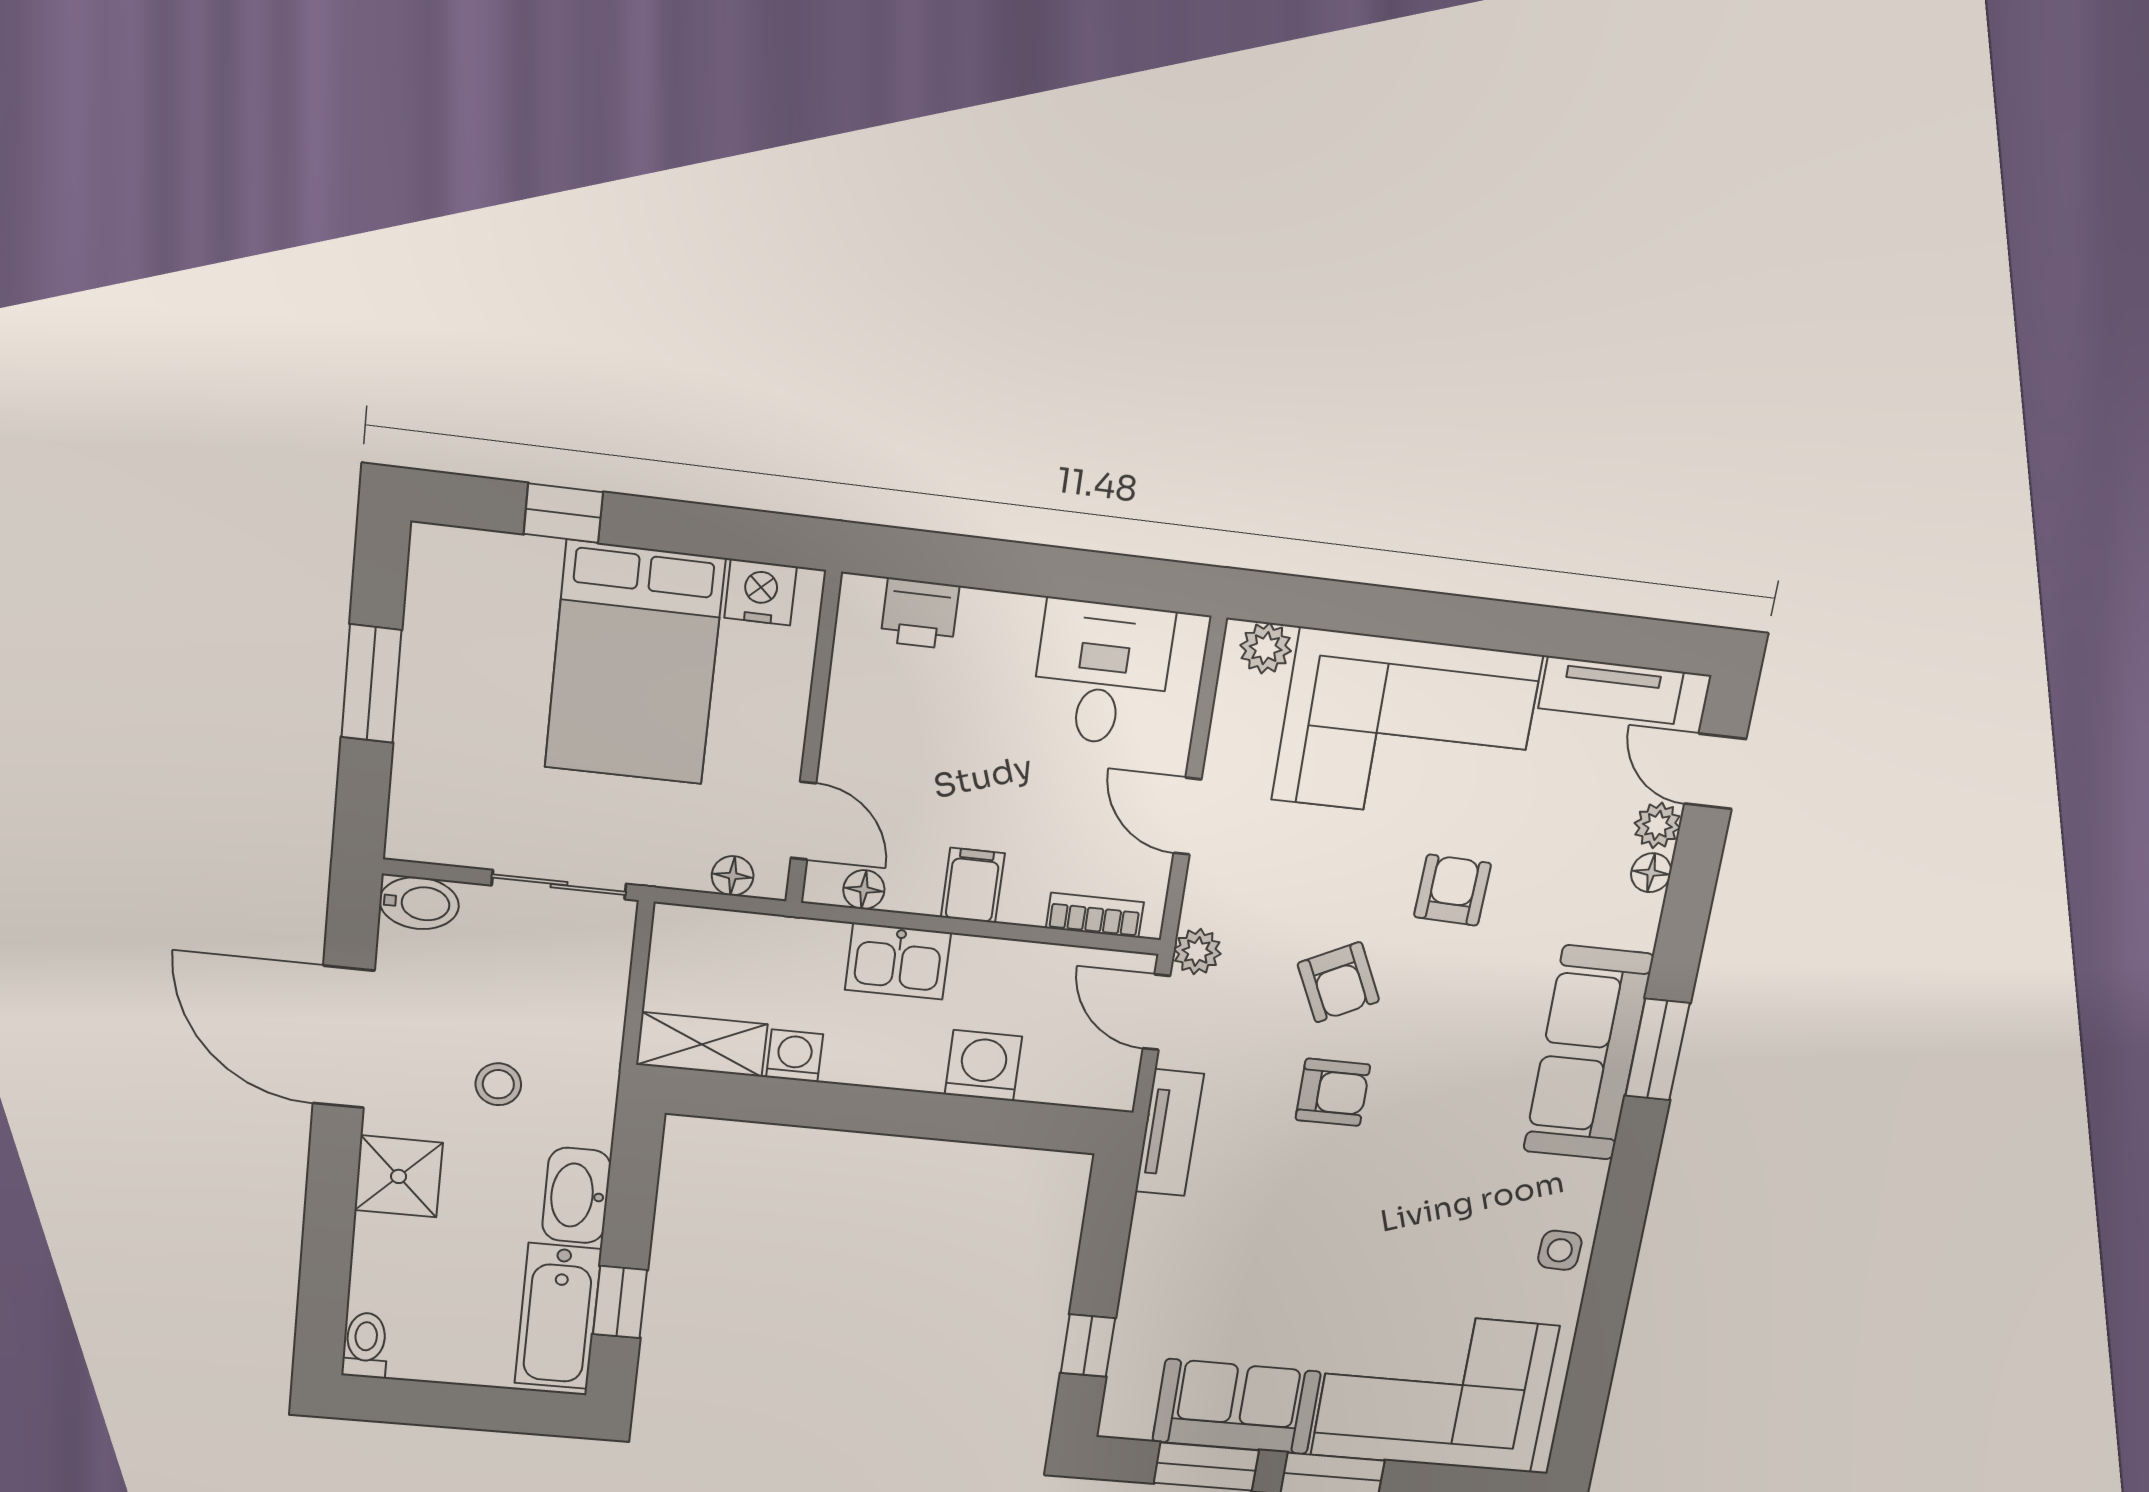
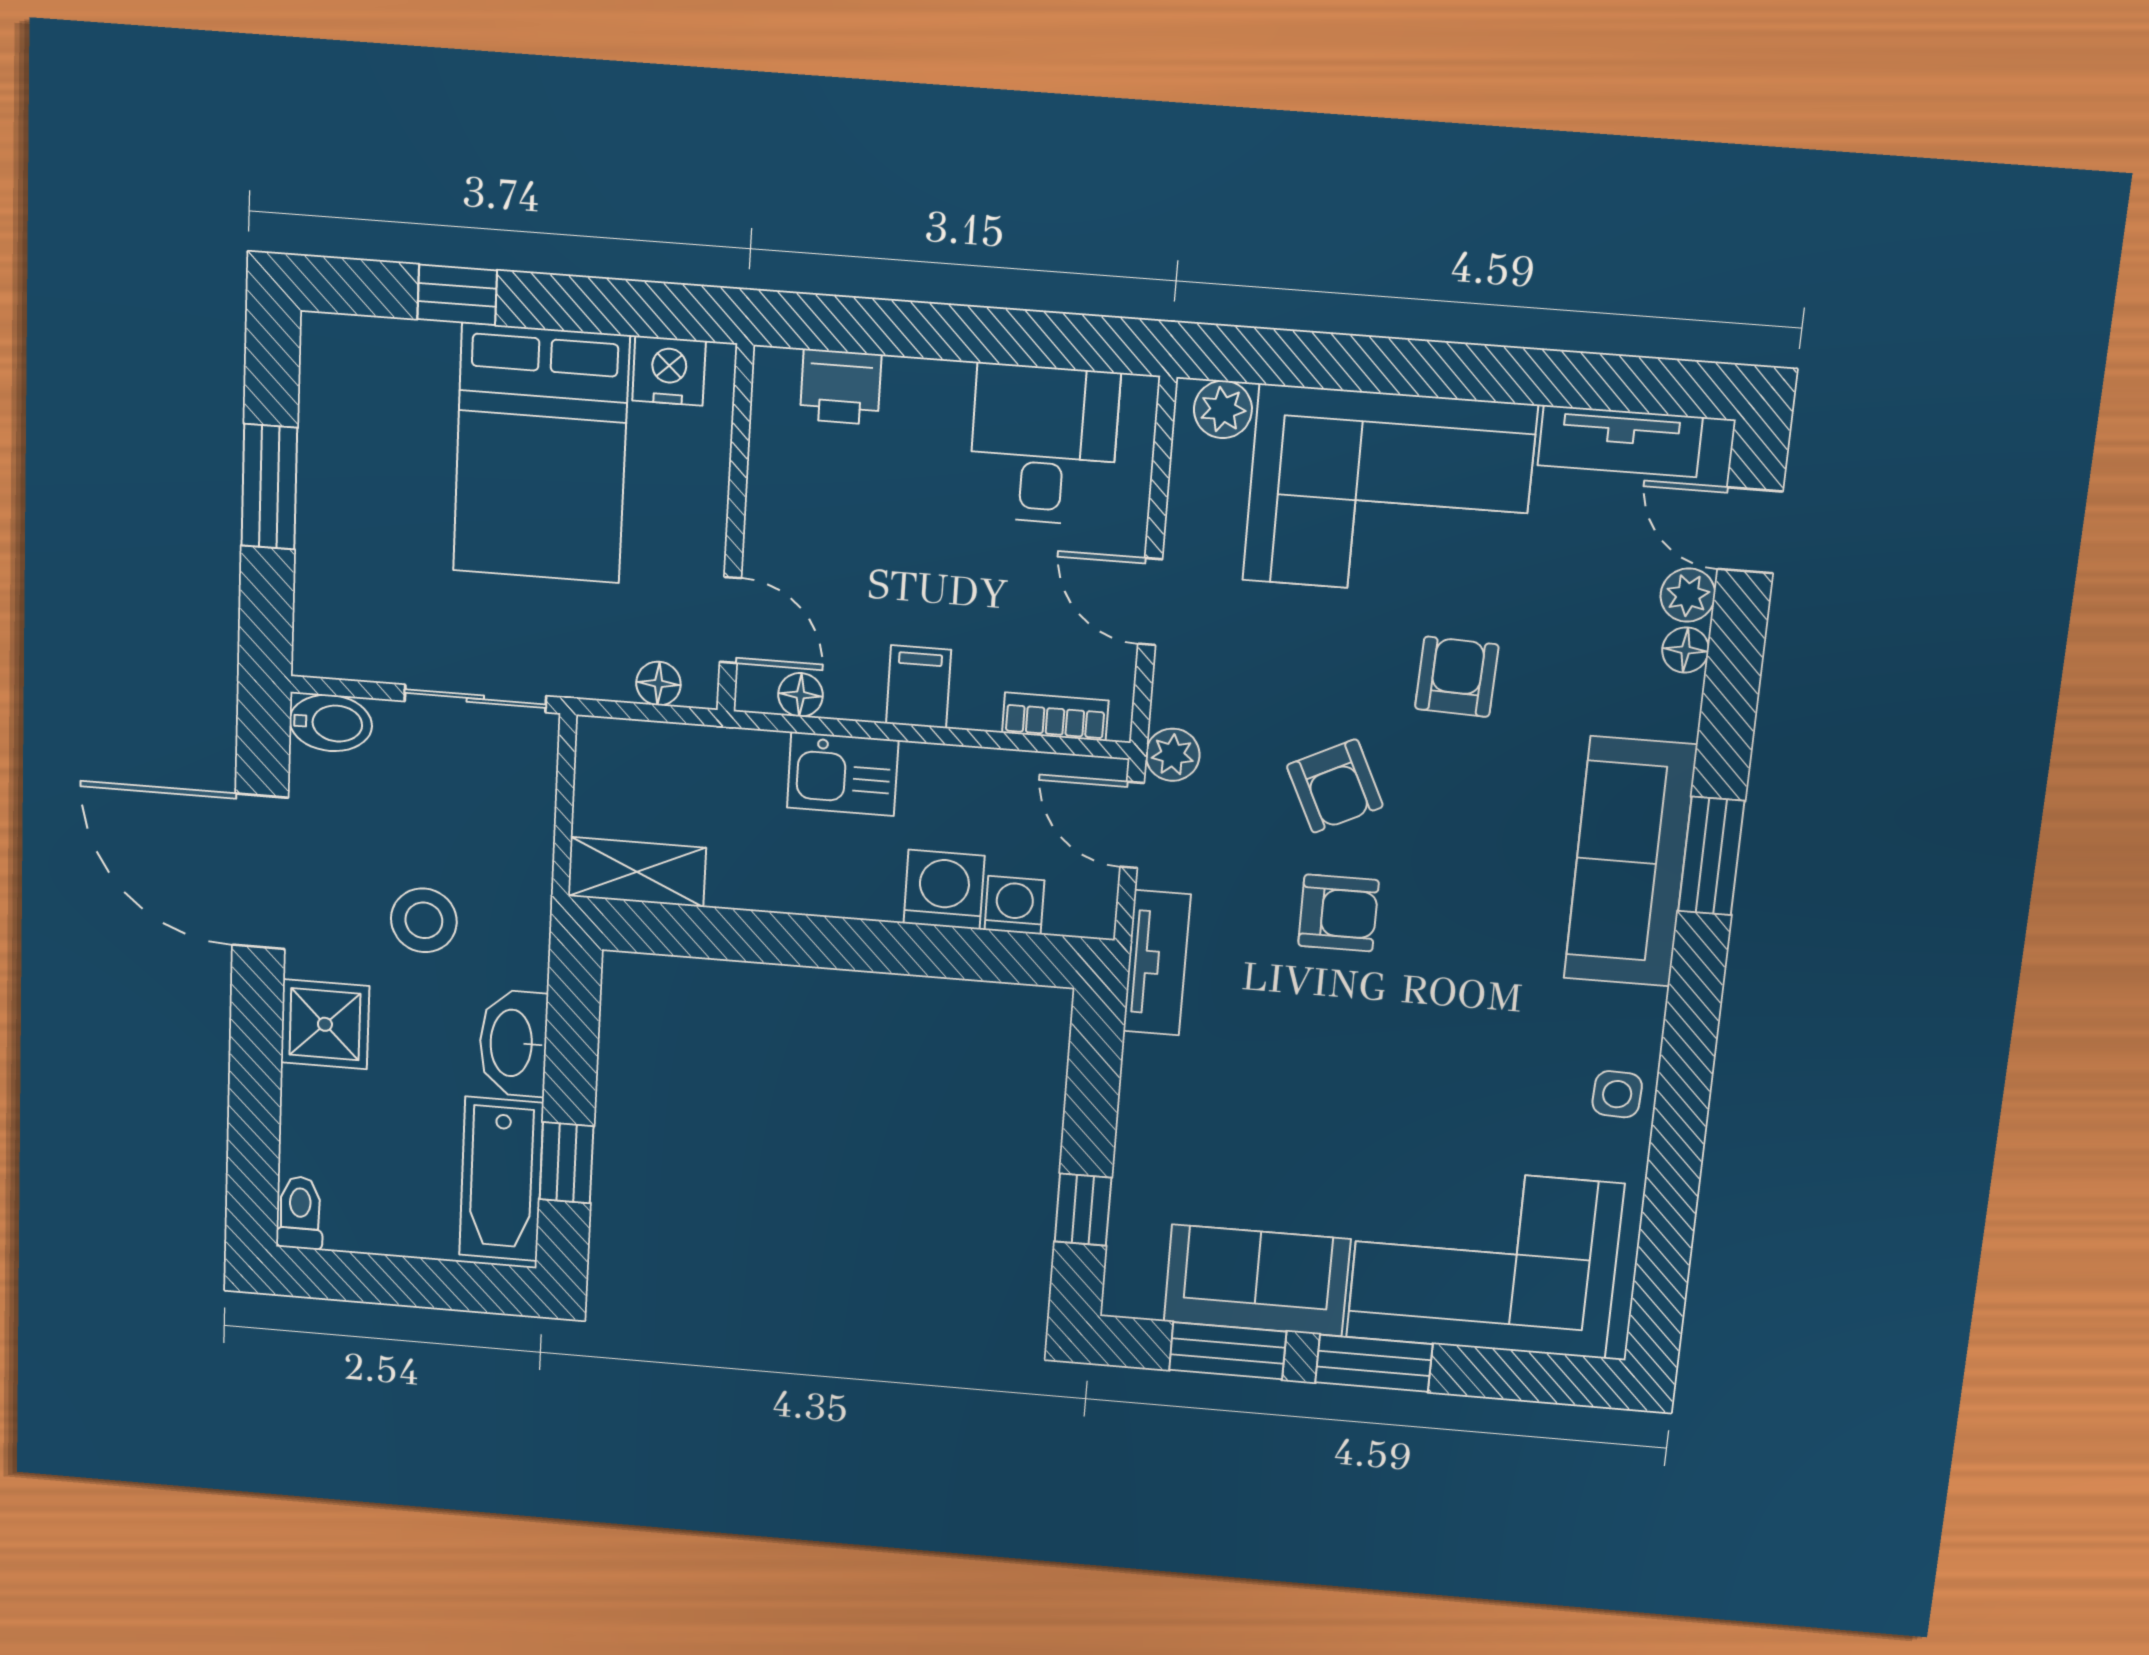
washing machine: (795, 1056) -> (1014, 905), moved
stool: (498, 1084) -> (424, 920), width x1.37, depth x1.37

